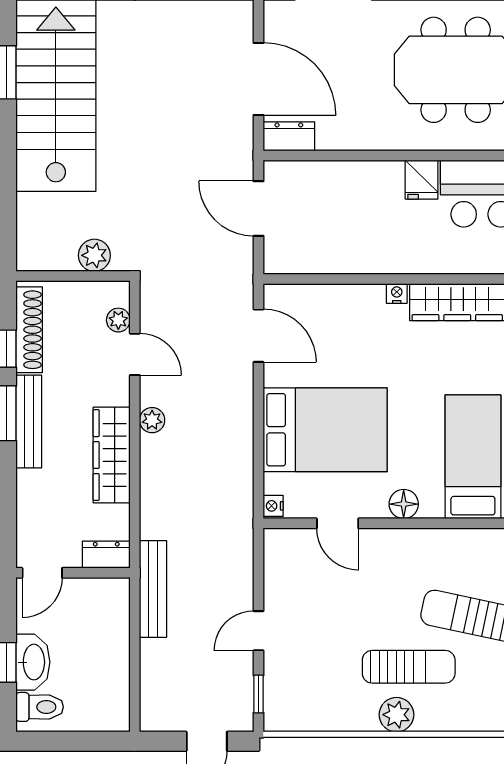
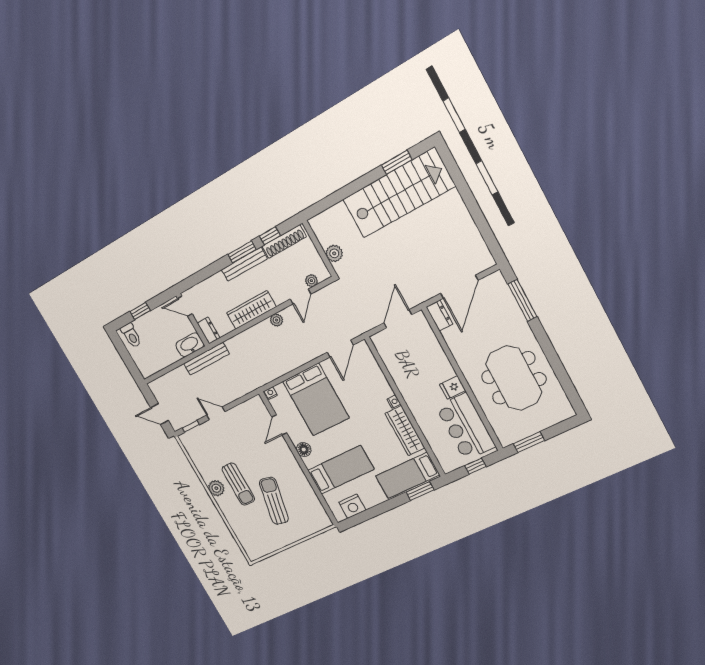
washbasin: (33, 662) -> (190, 345), moved, turned 180

